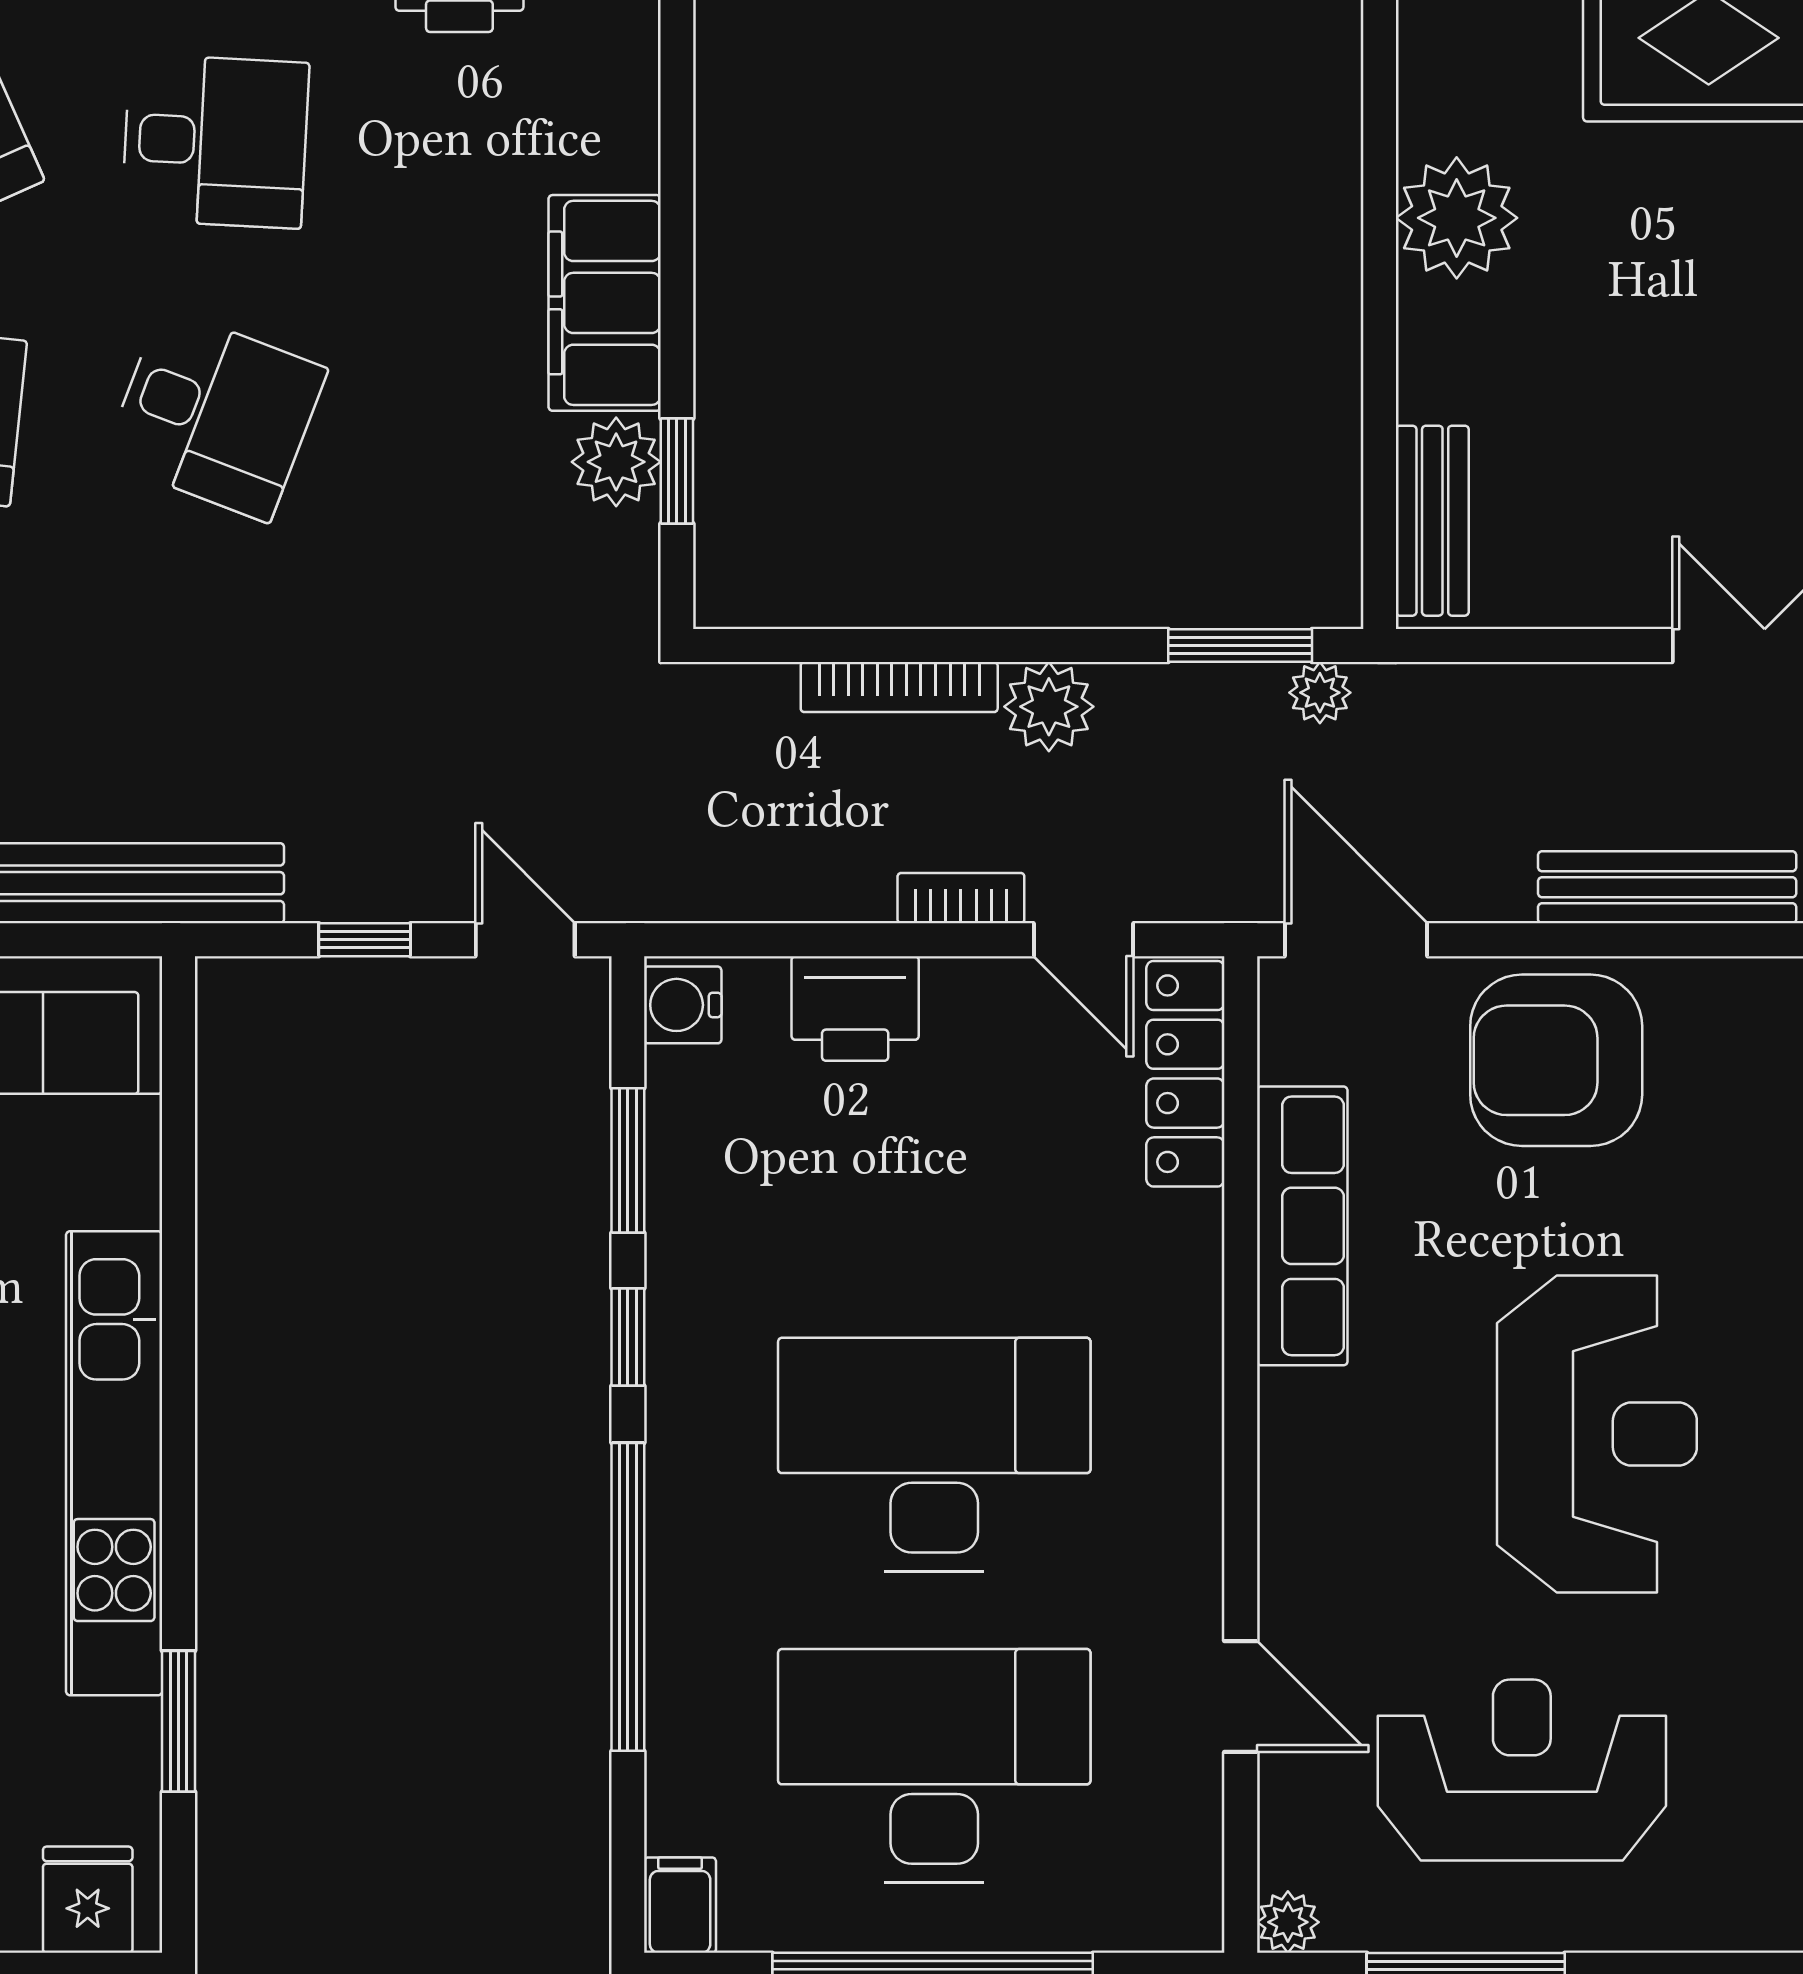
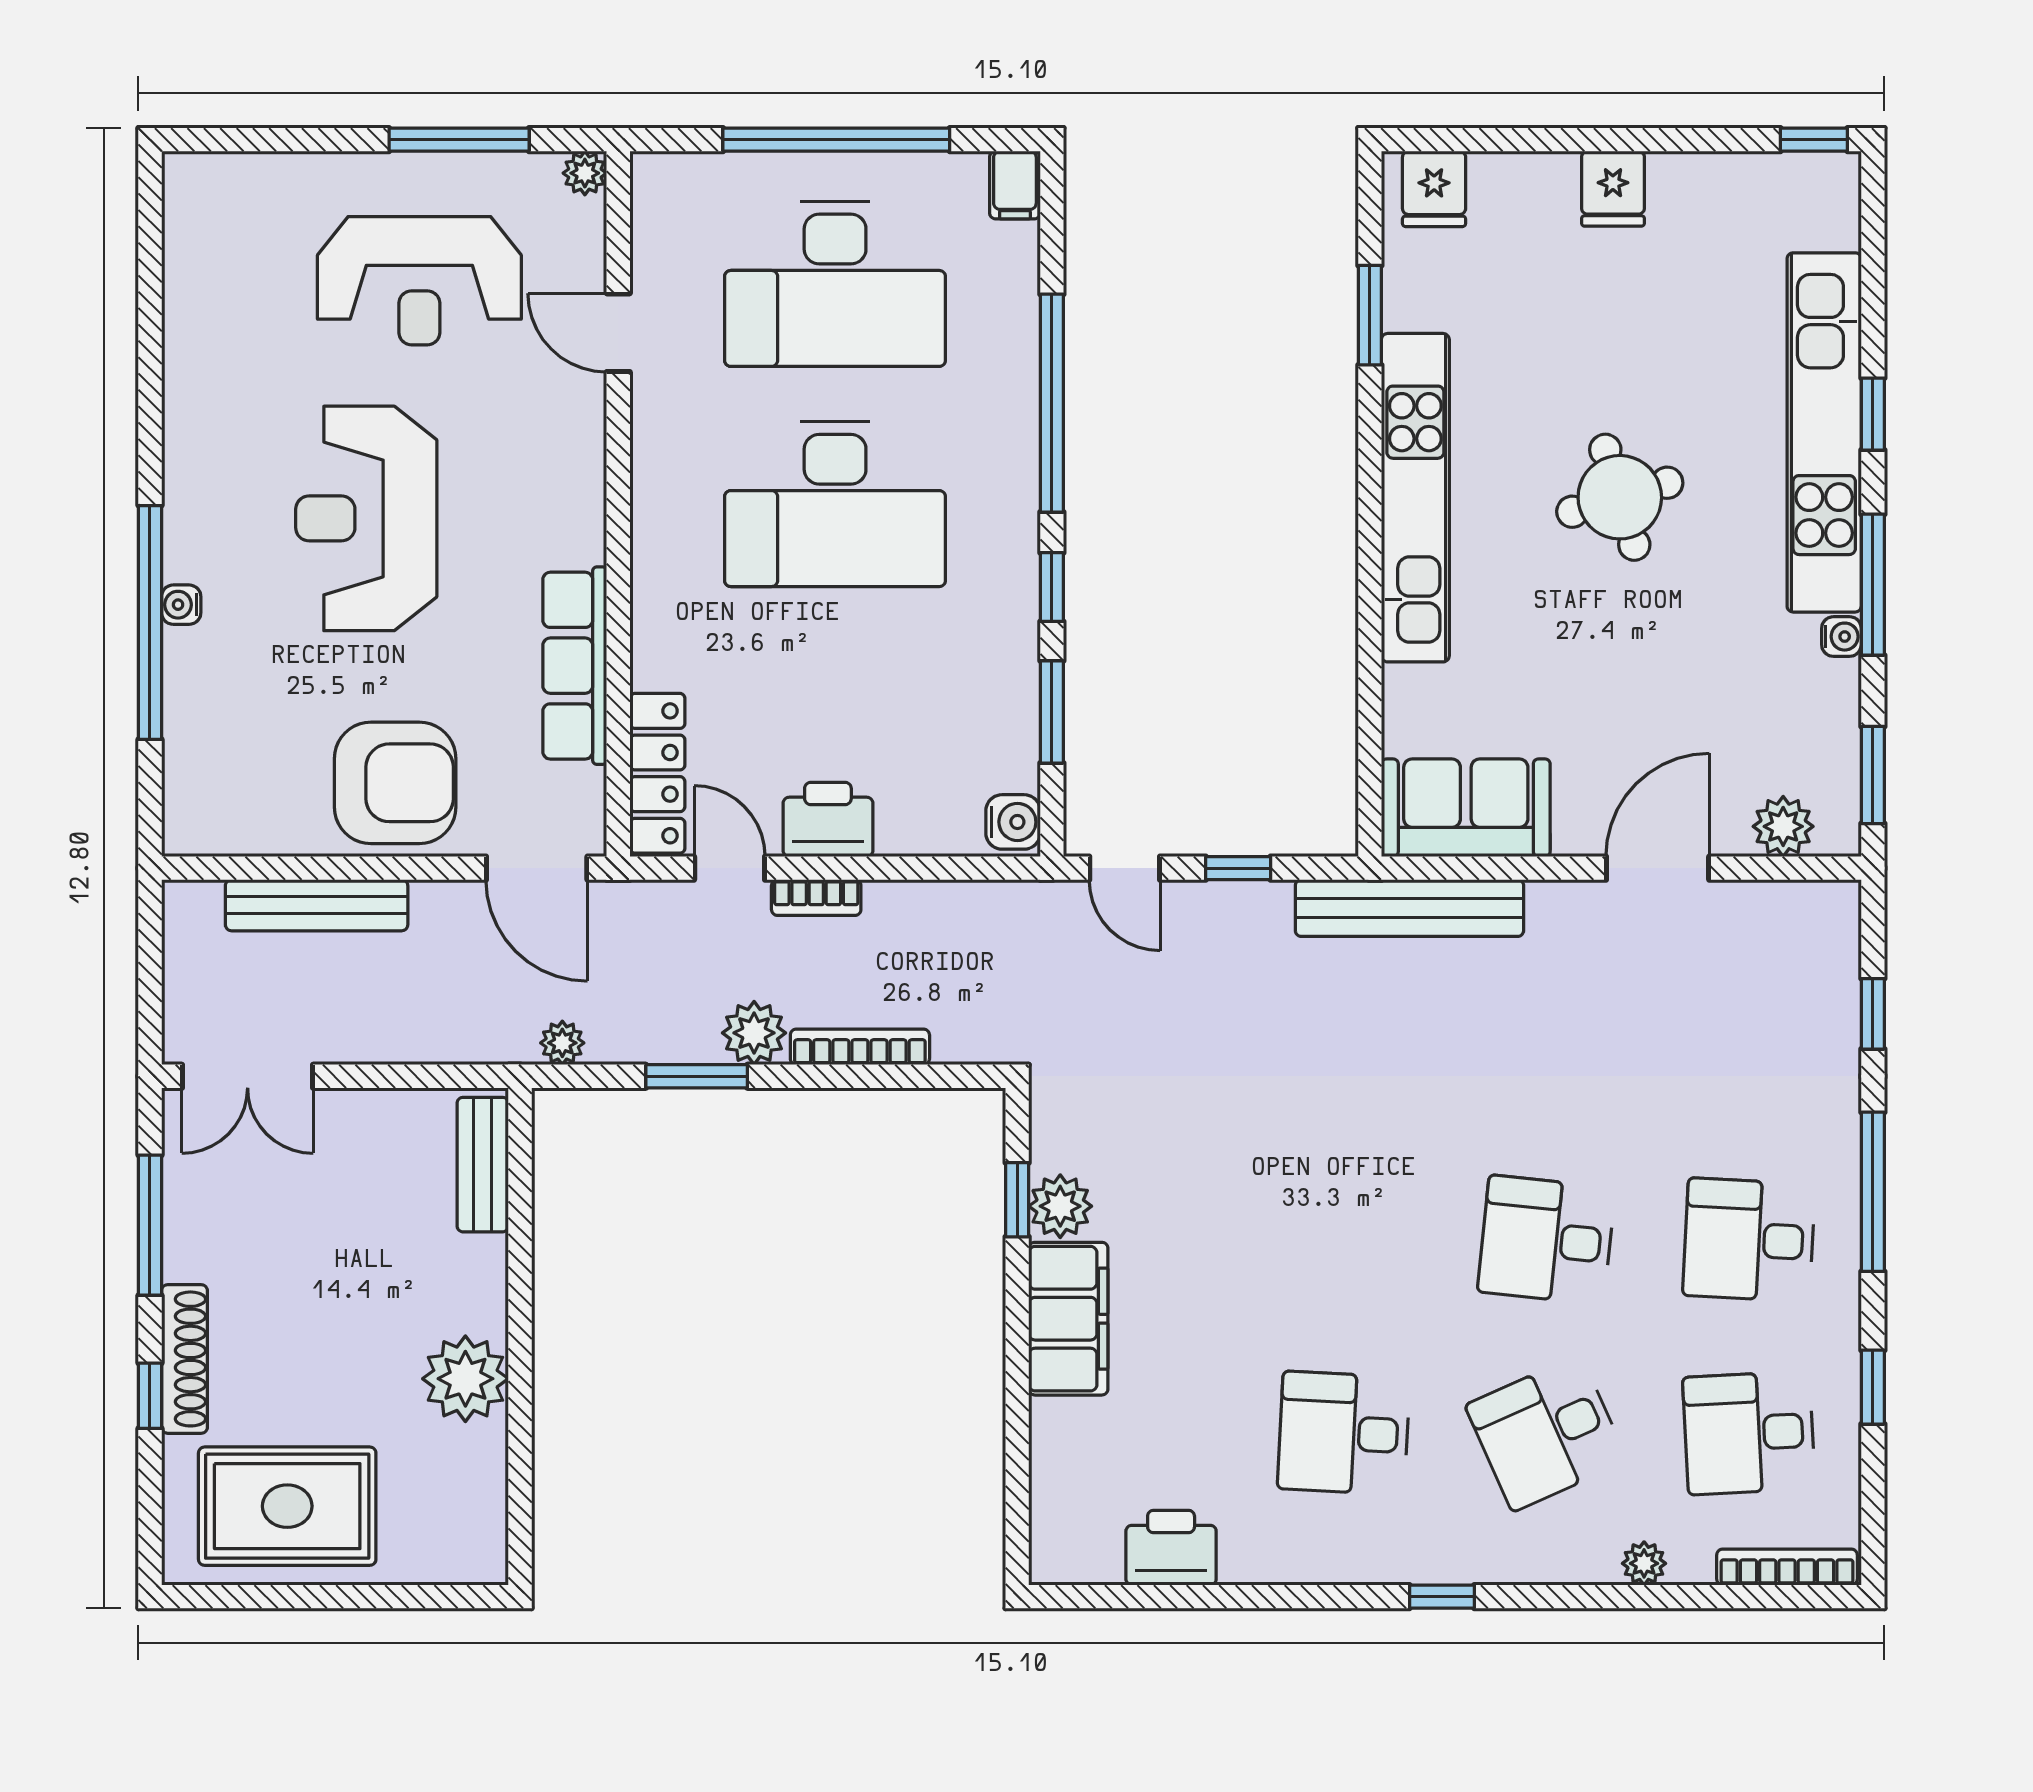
desk: (215, 414) -> (1344, 1240), removed
window: (1240, 646) -> (697, 1076), moved
printer: (855, 1008) -> (828, 819), moved

